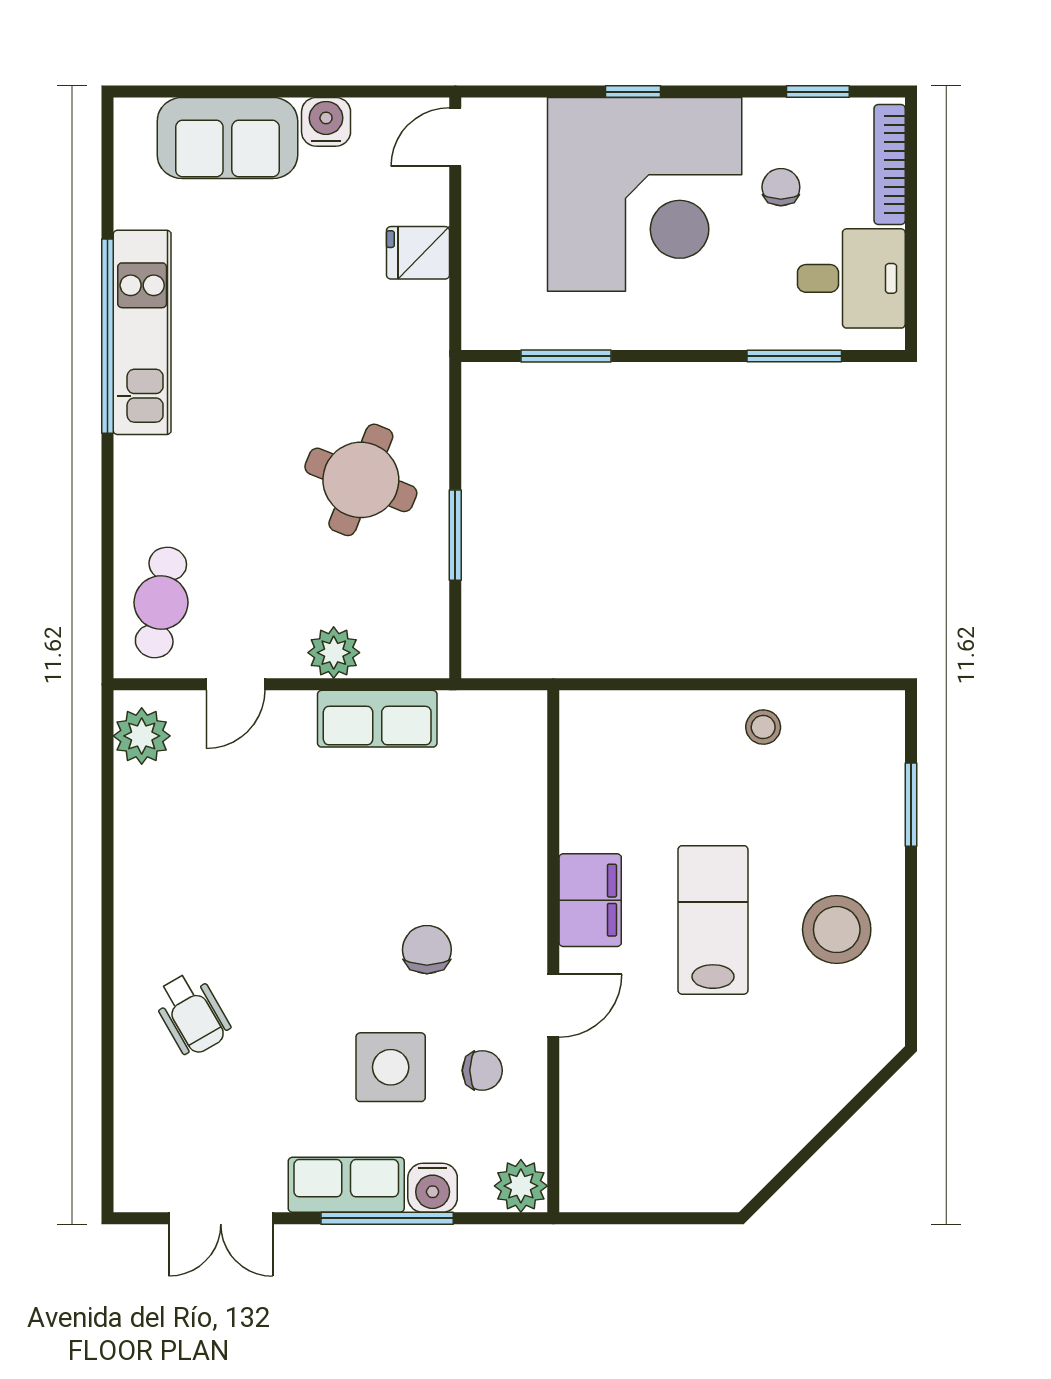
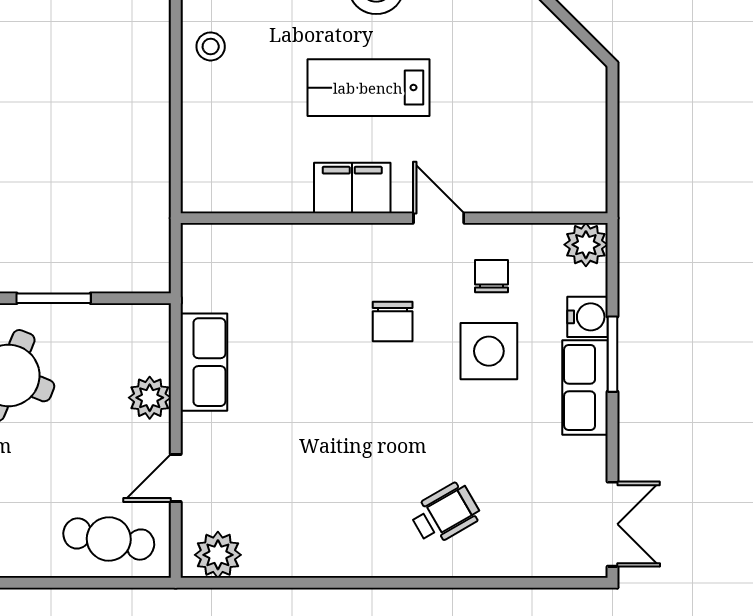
door: (236, 684) -> (176, 478), swing flipped
chair: (427, 950) -> (393, 322), turned -90
double door: (221, 1218) -> (612, 524), moved
window: (387, 1218) -> (612, 354), width x0.69

